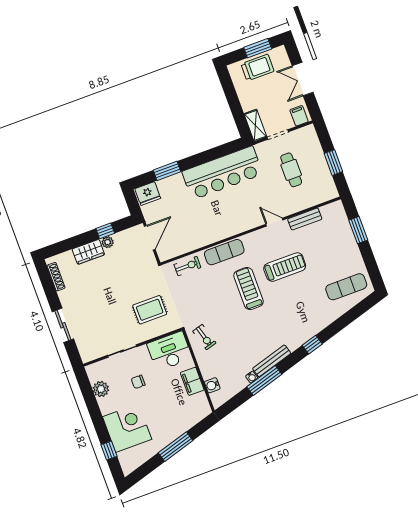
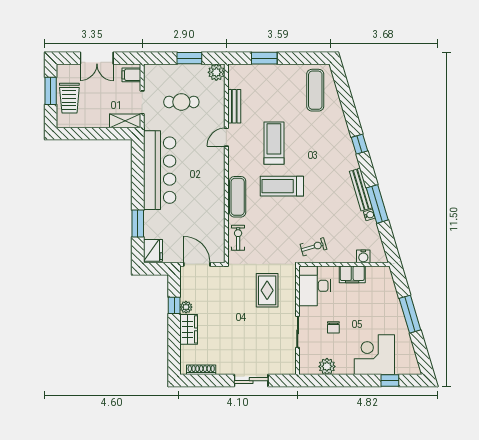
trolley: (257, 67) -> (69, 98), turned 180
plant: (329, 191) -> (216, 72), added

